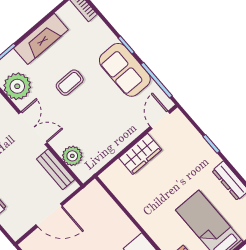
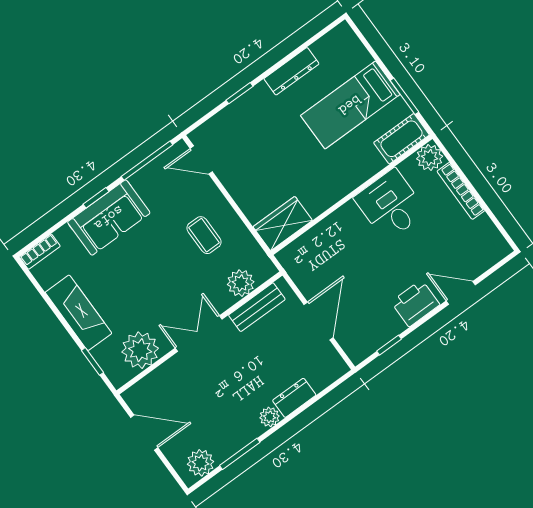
sofa: (125, 70) -> (109, 218), moved
coffee table: (70, 83) -> (204, 235), moved
wardrobe: (140, 154) -> (283, 224), moved, turned -90

